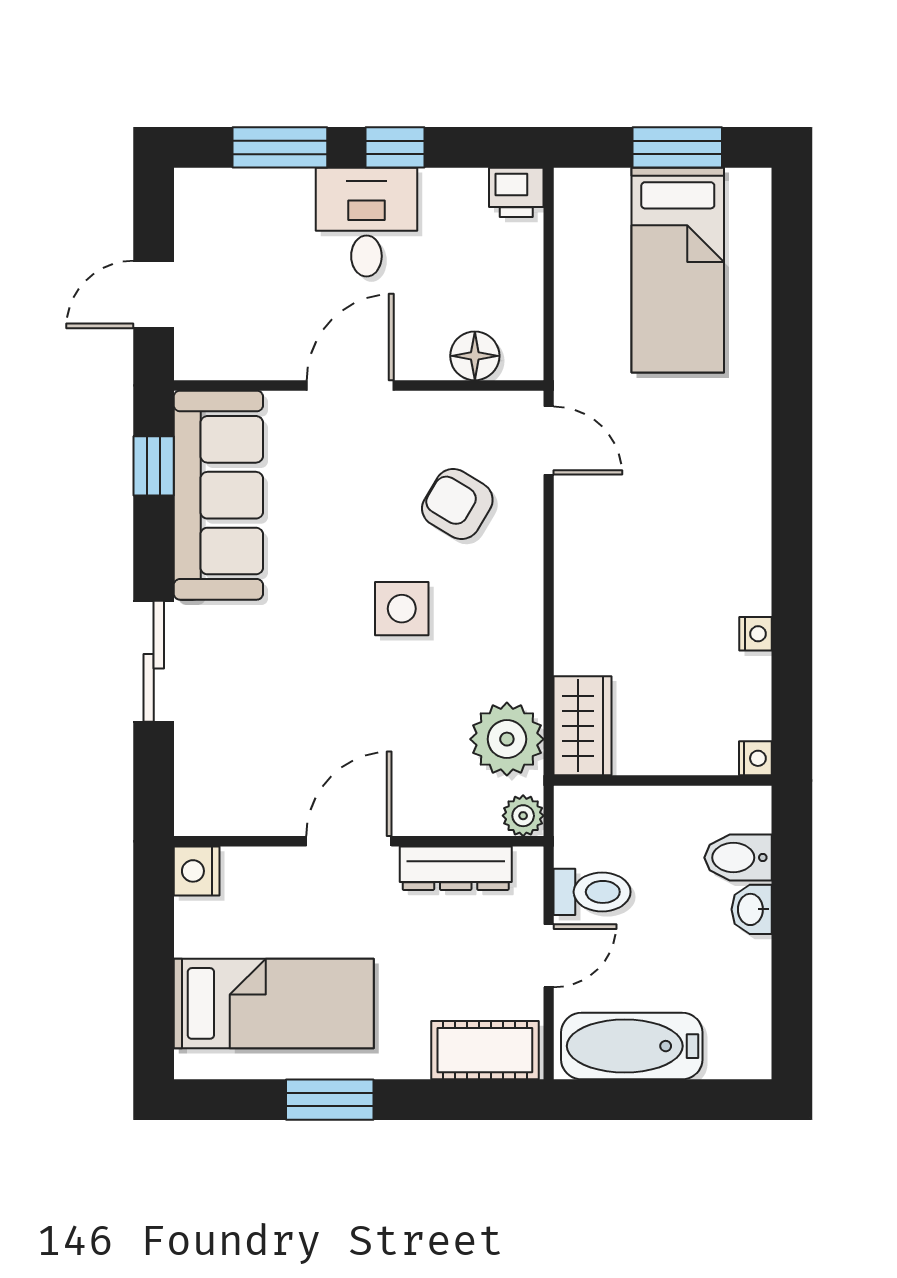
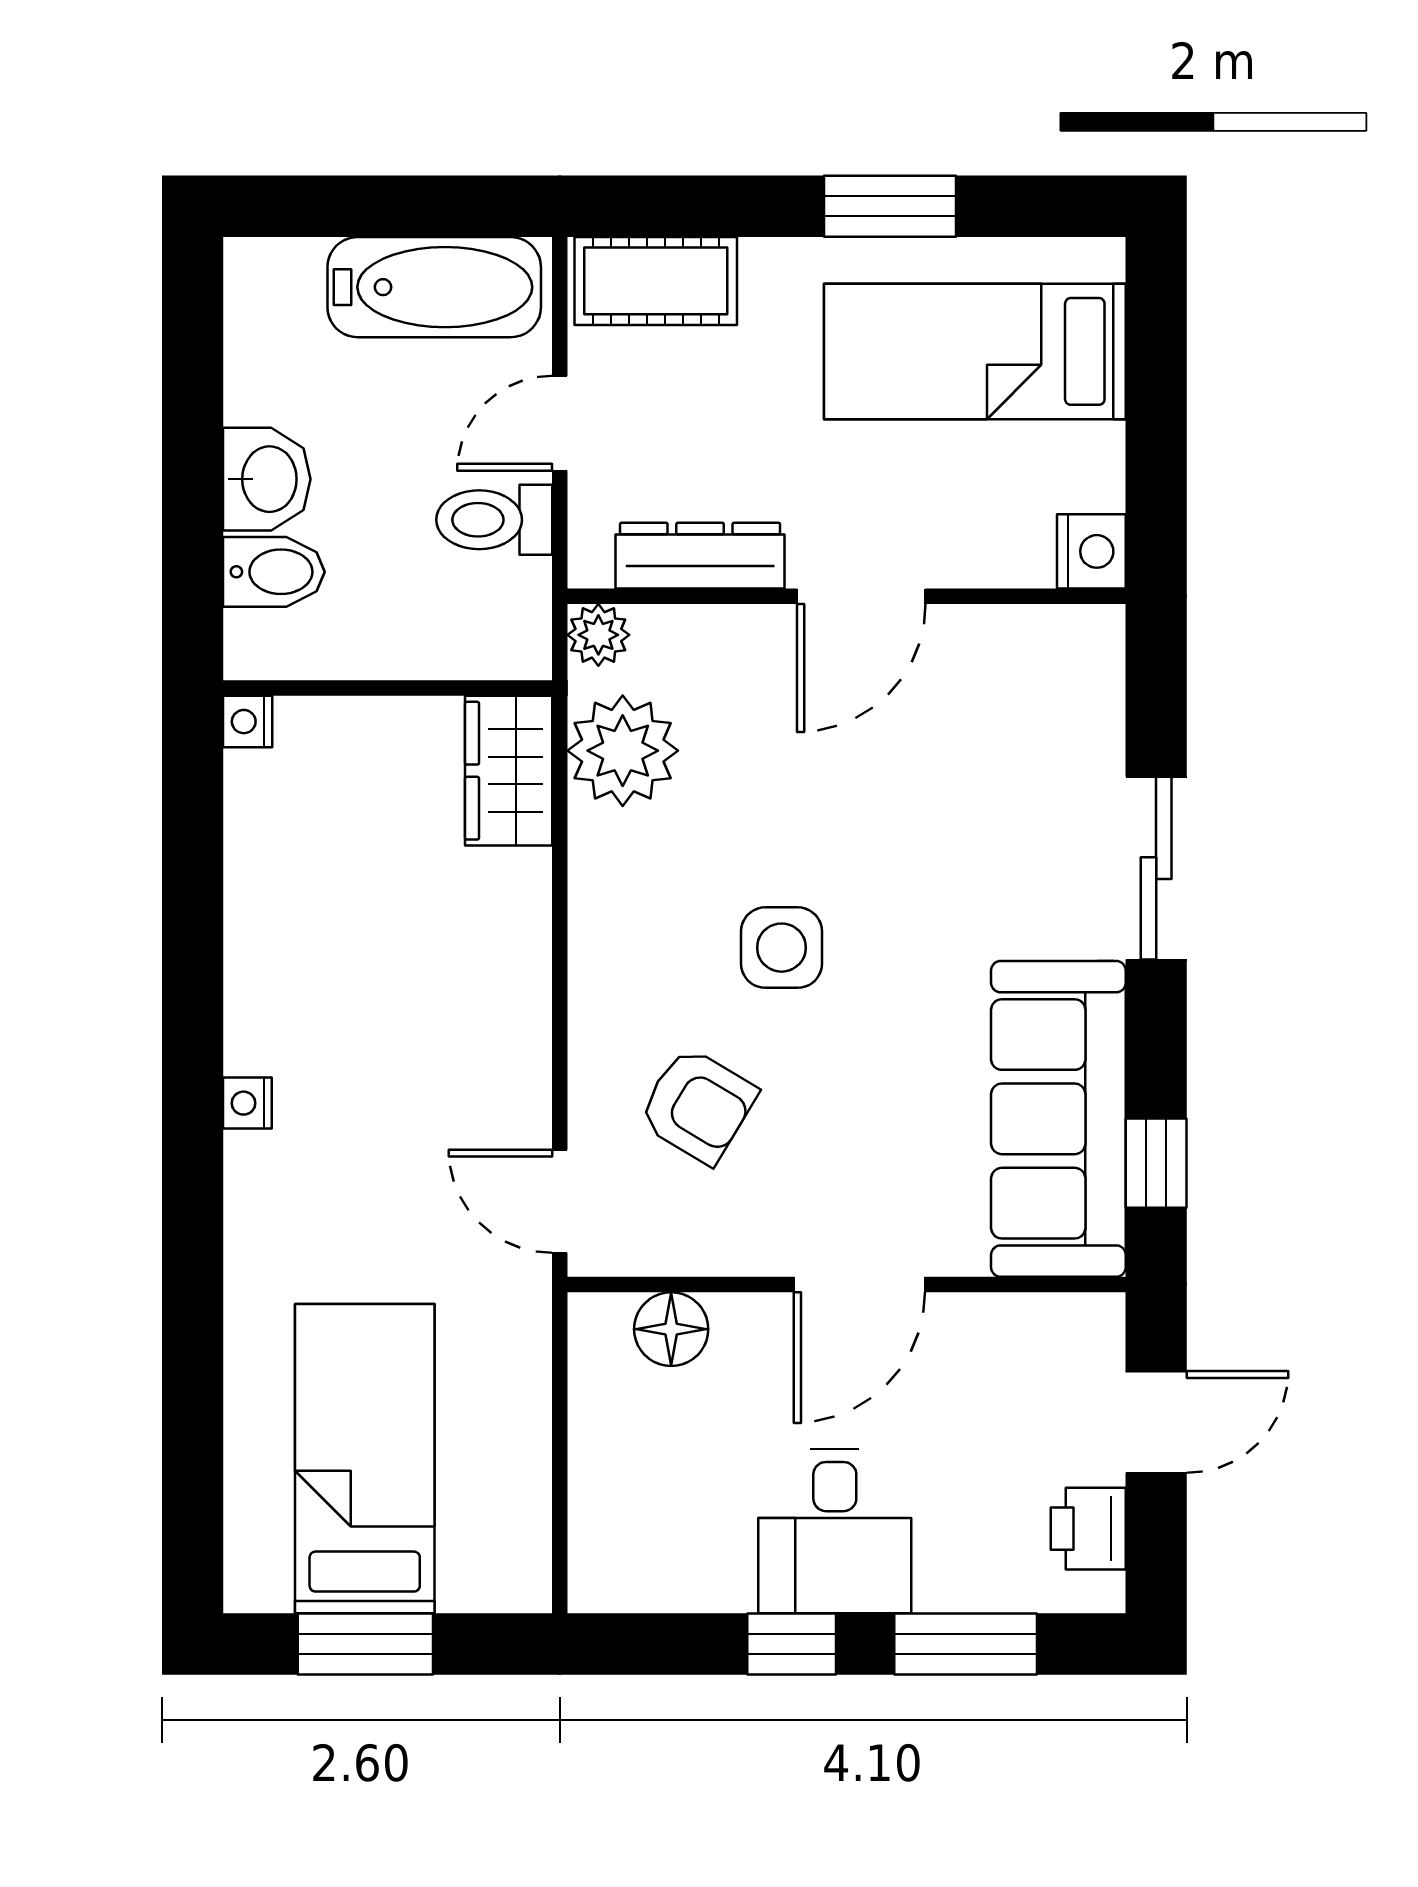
printer: (516, 192) -> (1088, 1529), moved, turned -90
nightstand: (755, 634) -> (247, 1103), moved
washbasin: (752, 909) -> (267, 479), width x1.38, depth x1.45

